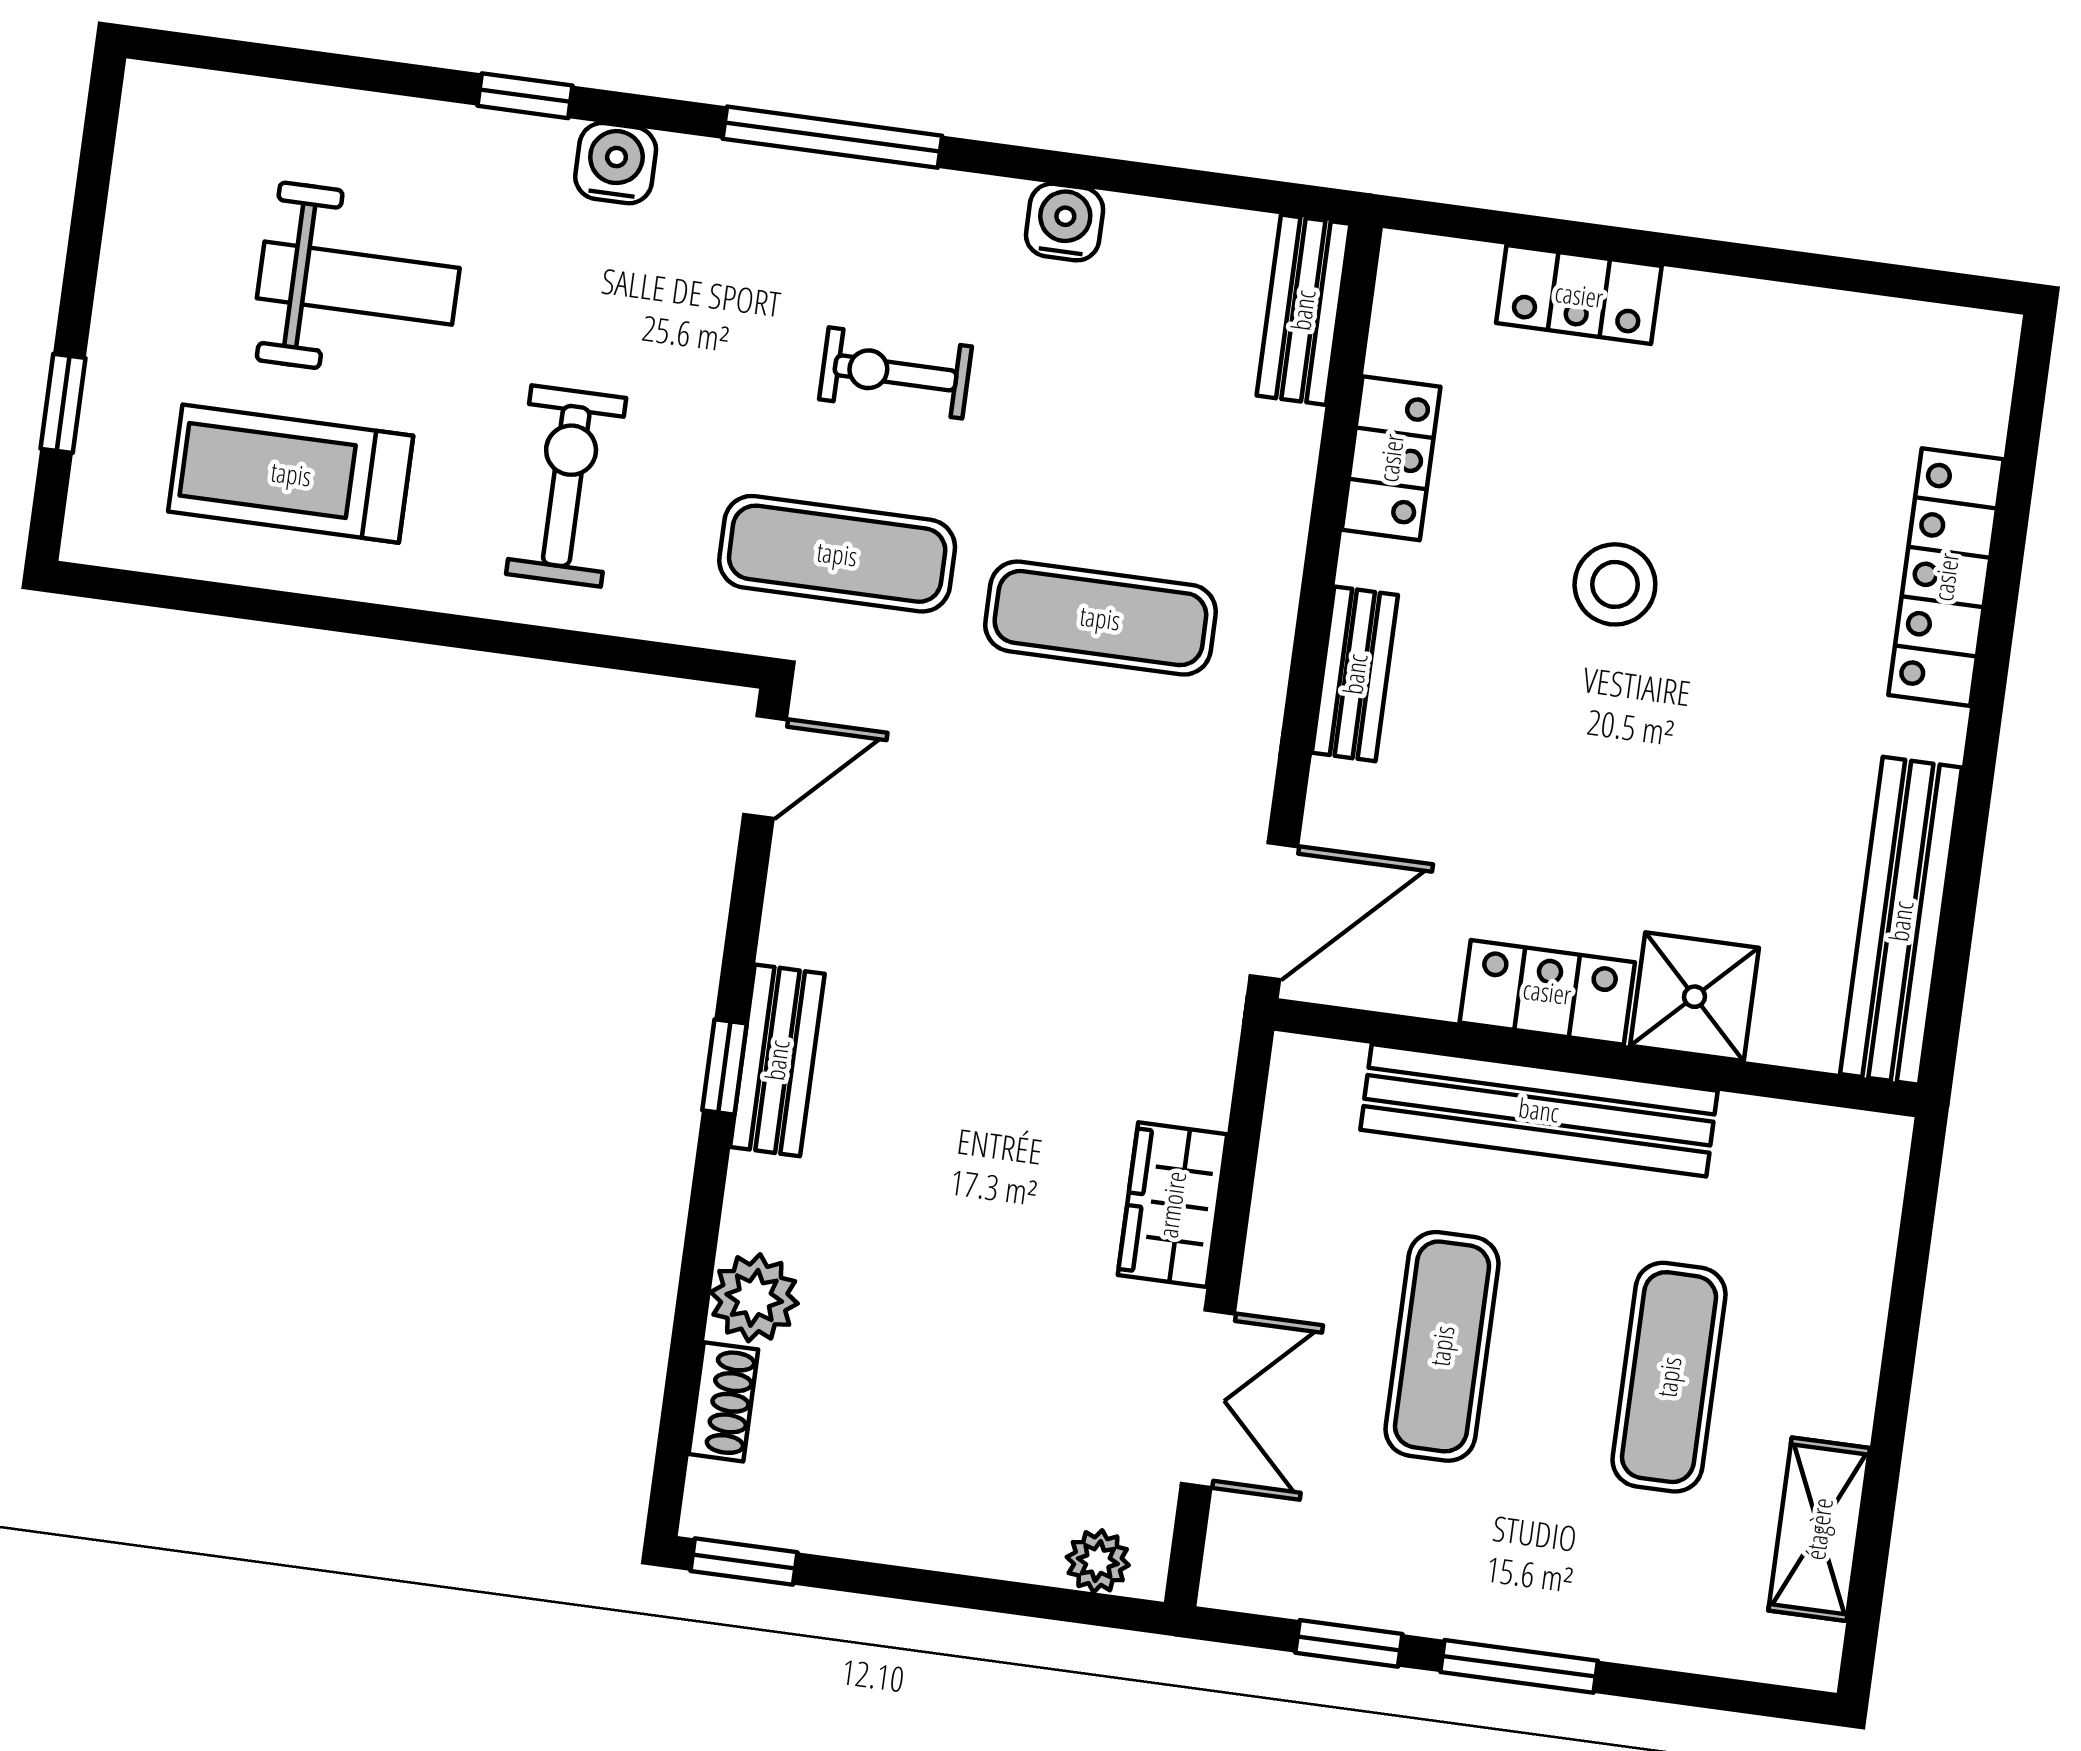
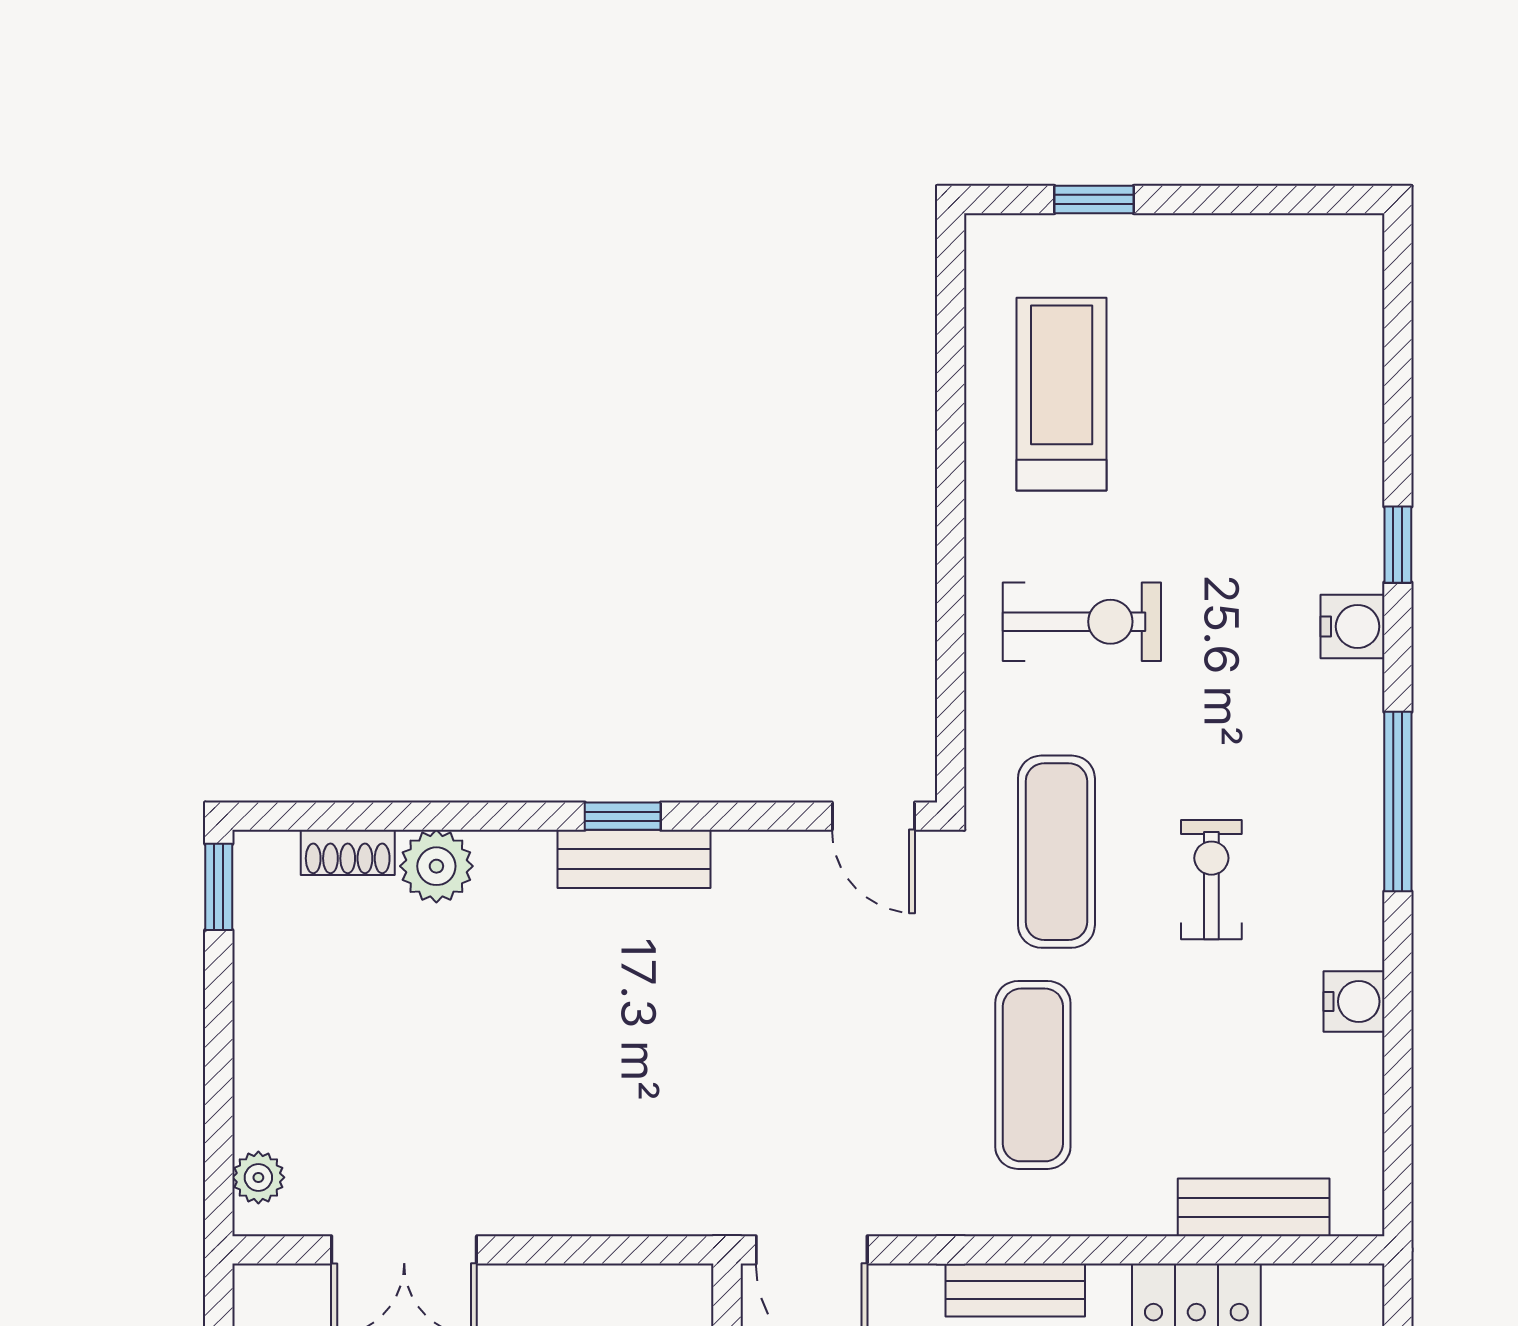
weight bench: (358, 283) -> (1225, 428), removed
bench: (1303, 310) -> (1254, 1207), moved
wardrobe: (1172, 1205) -> (559, 1199), removed

